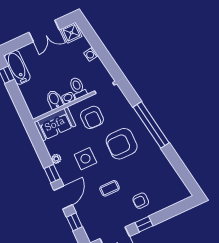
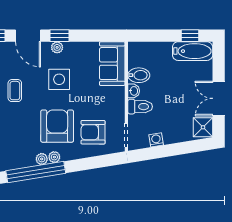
washing machine: (91, 54) -> (156, 140), moved
armchair: (92, 117) -> (93, 132), moved
window: (151, 125) -> (36, 172), moved
plant: (146, 135) -> (54, 157), added
plant: (152, 144) -> (42, 159), added
plant: (56, 159) -> (57, 47), moved

